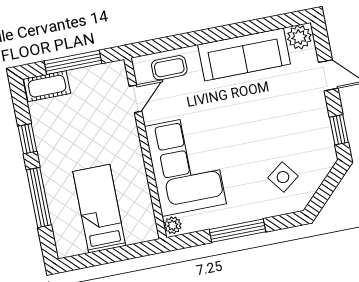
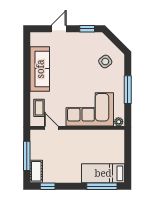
plant: (299, 37) -> (36, 39), removed
window: (27, 139) -> (48, 186), moved
window: (39, 197) -> (102, 186), moved
bed: (99, 209) -> (103, 173), moved

